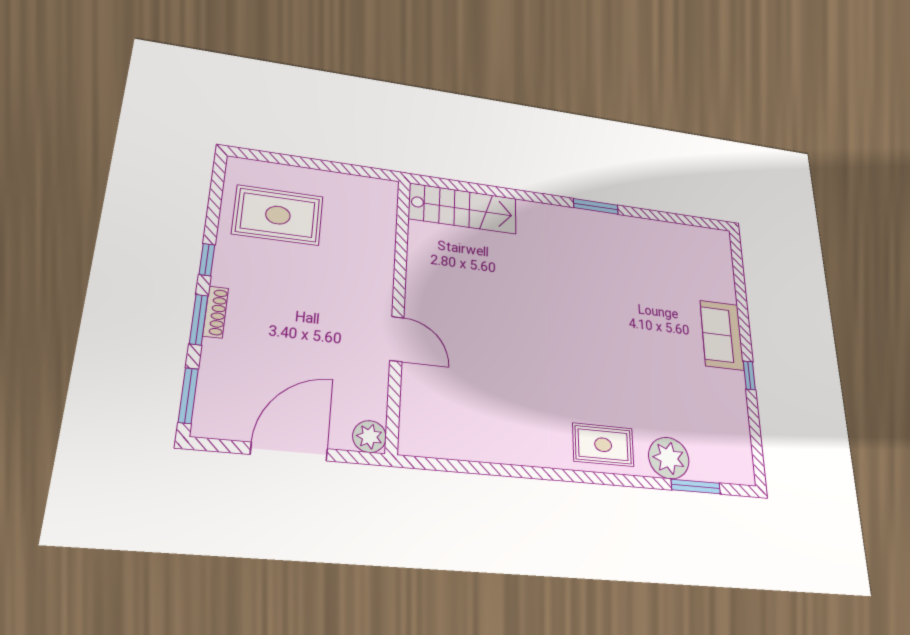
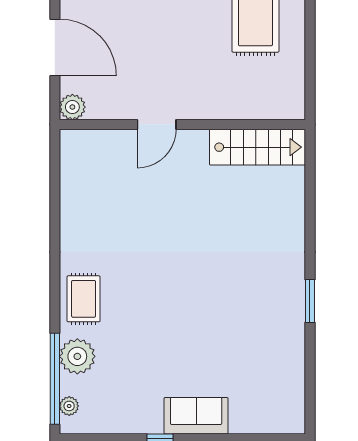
stairs: (463, 209) -> (257, 147), moved, turned -90
plant: (724, 473) -> (69, 406), added
window: (696, 487) -> (55, 379), width x2.11

